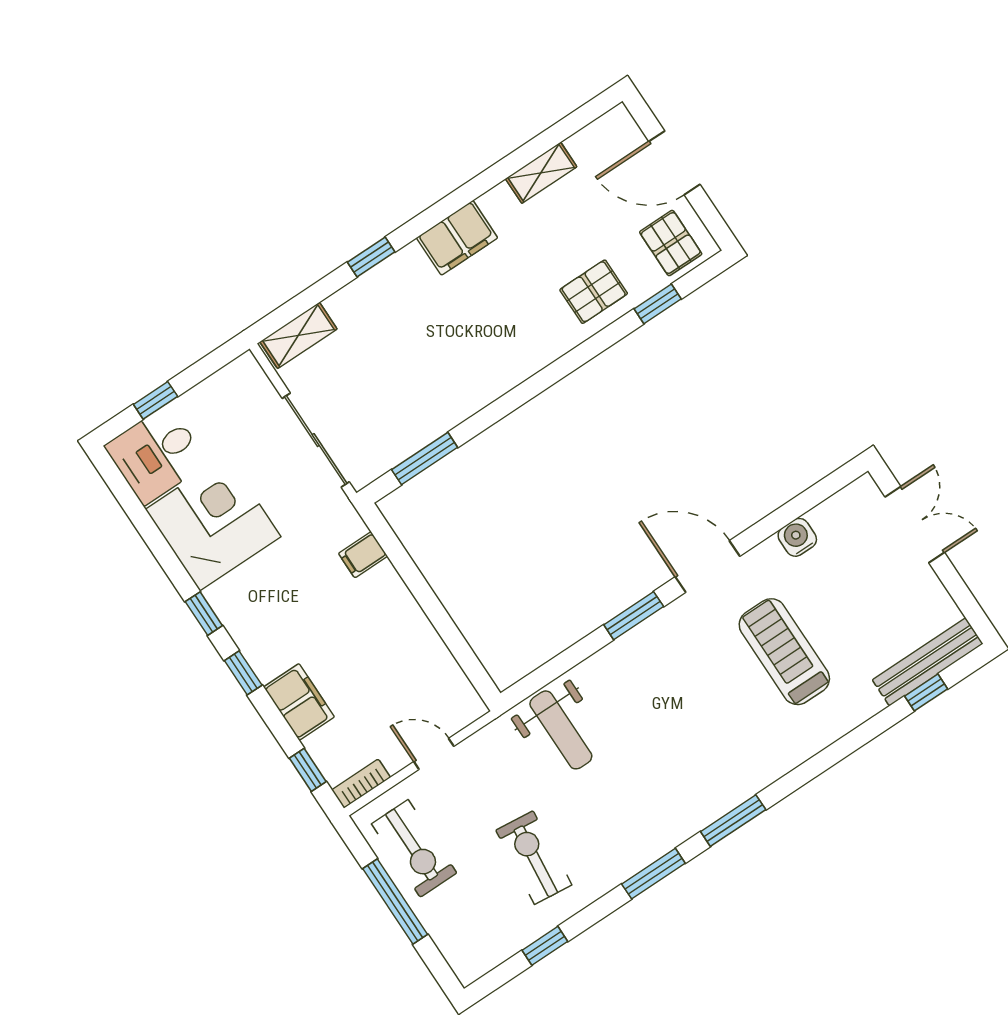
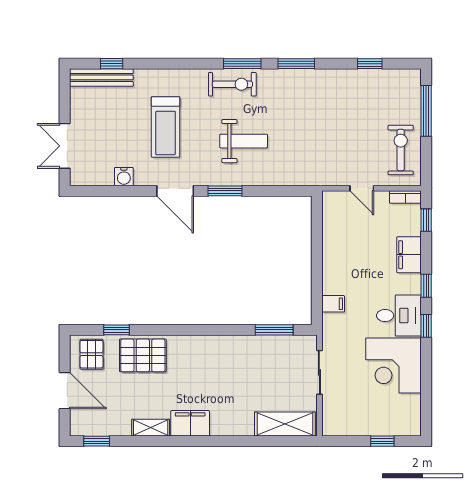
shelving: (541, 173) -> (151, 428), moved
window: (371, 257) -> (97, 441), moved
pallet: (594, 292) -> (143, 355), width x1.50, depth x1.42
shelving: (298, 335) -> (285, 424), width x1.50, depth x1.33
sliding door: (316, 440) -> (319, 372), width x0.73
desk: (156, 454) -> (399, 316), moved
weight bench: (561, 730) -> (244, 141), moved, turned 90
exercise bike: (534, 858) -> (232, 84), moved, turned -96
window: (395, 902) -> (426, 111), moved

